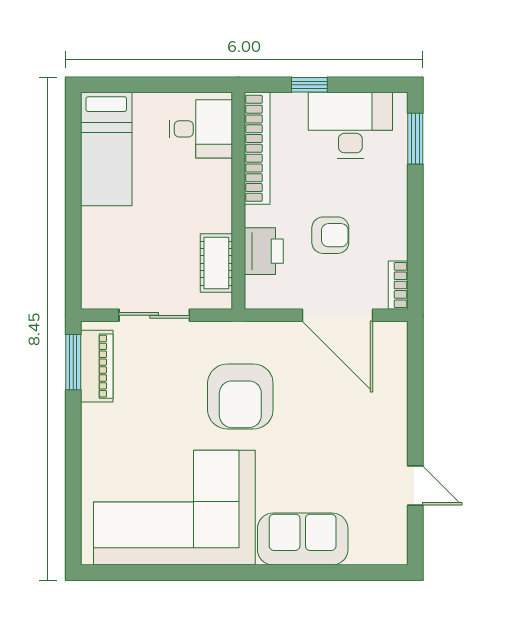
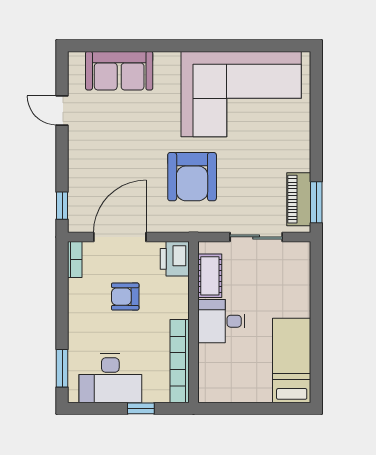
desk: (201, 129) -> (221, 321), moved
printer: (264, 251) -> (175, 259), moved
door: (338, 315) -> (120, 237), hinge flipped
window: (415, 357) -> (62, 206), added
armchair: (240, 396) -> (192, 177), turned 180
sofa: (303, 539) -> (119, 71), moved

